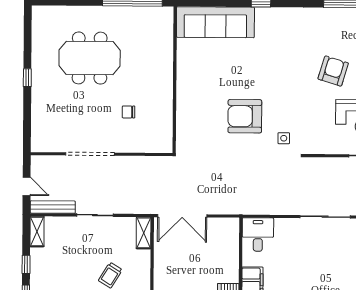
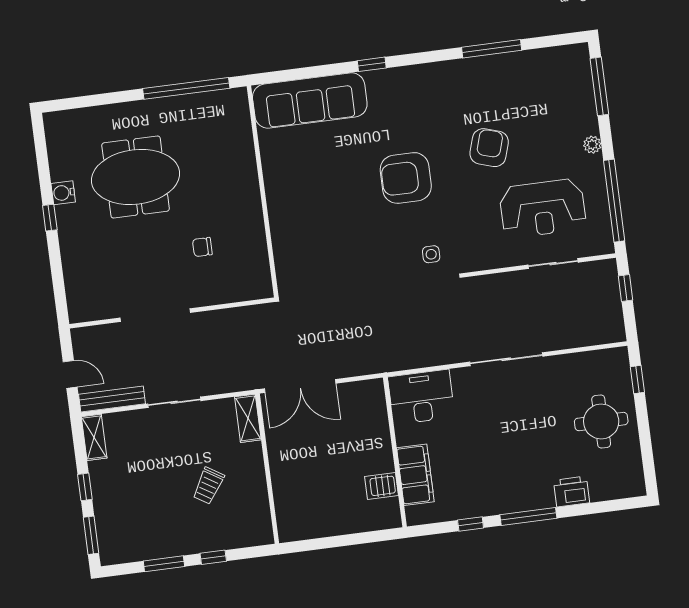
water cooler: (39, 62) -> (63, 193), added
armchair: (245, 116) -> (406, 178), moved
desk: (258, 235) -> (421, 397), width x1.37

